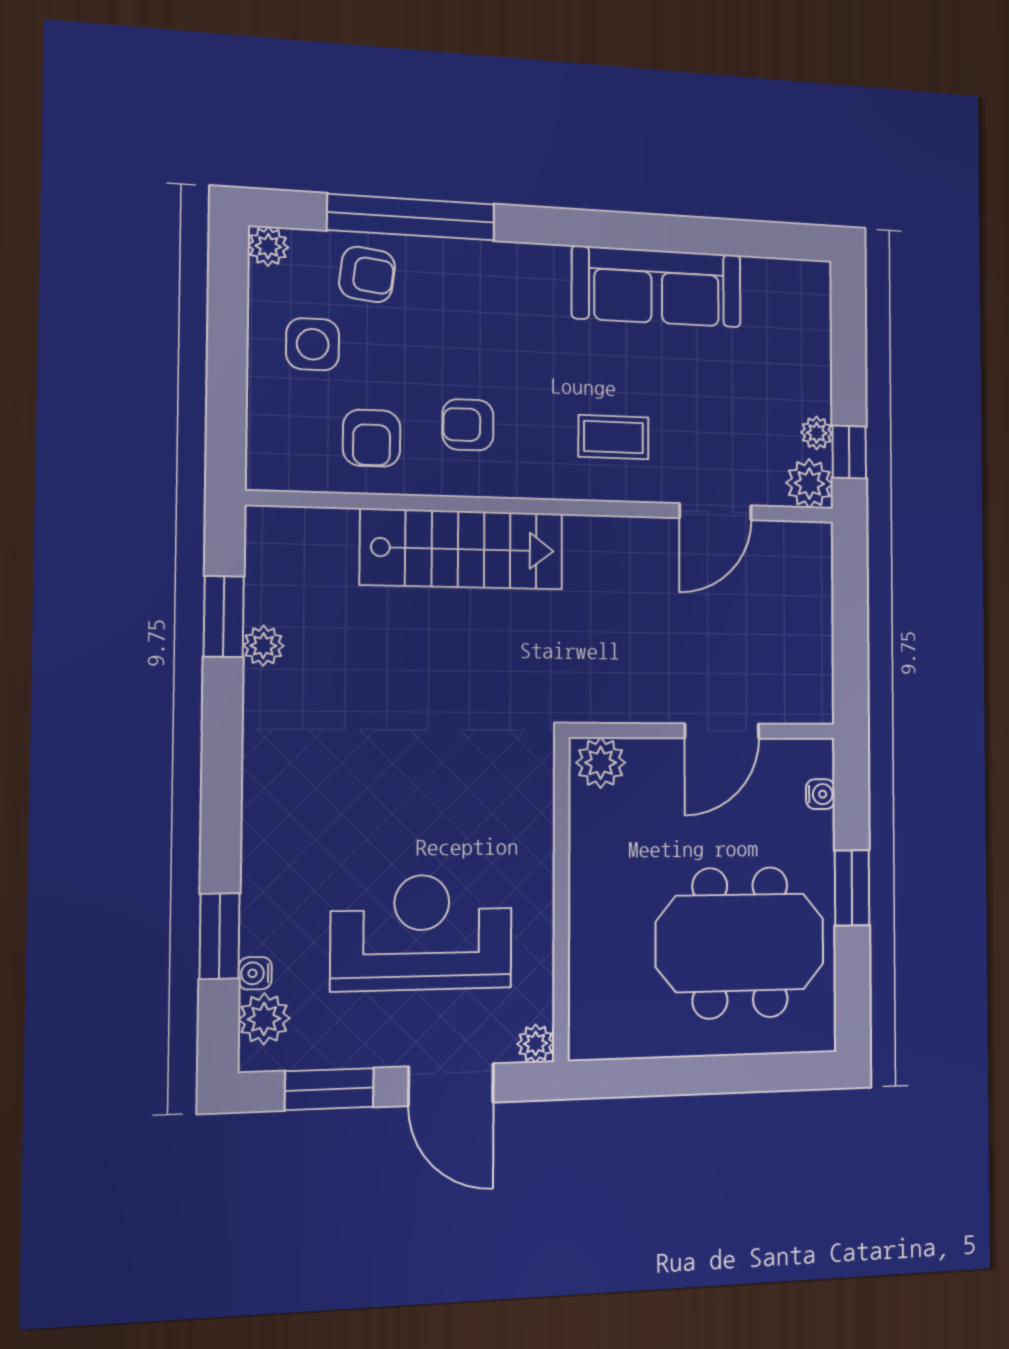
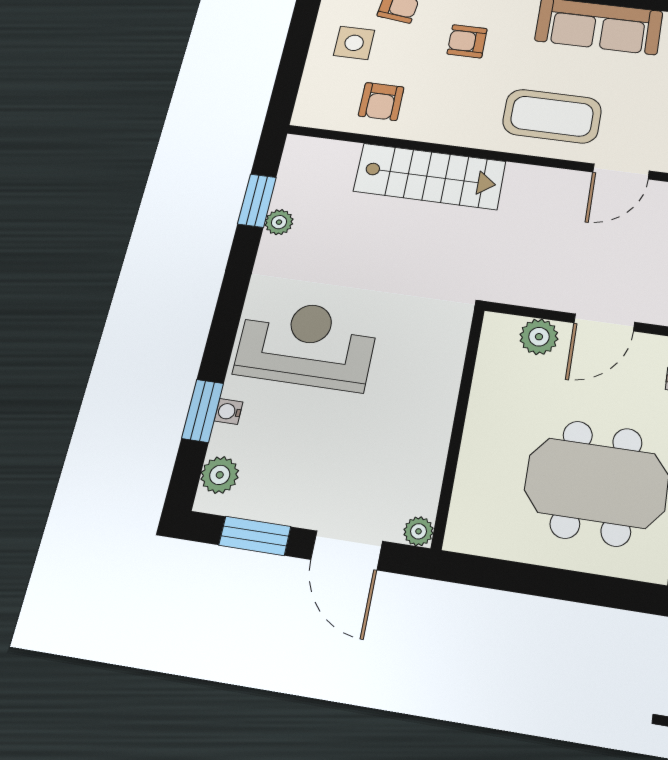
armchair: (468, 425) -> (467, 41), moved
coffee table: (613, 437) -> (552, 116), width x1.86, depth x1.72
plant: (601, 763) -> (539, 337), moved
reception desk: (422, 932) -> (306, 344), moved
water cooler: (255, 973) -> (229, 411), moved

